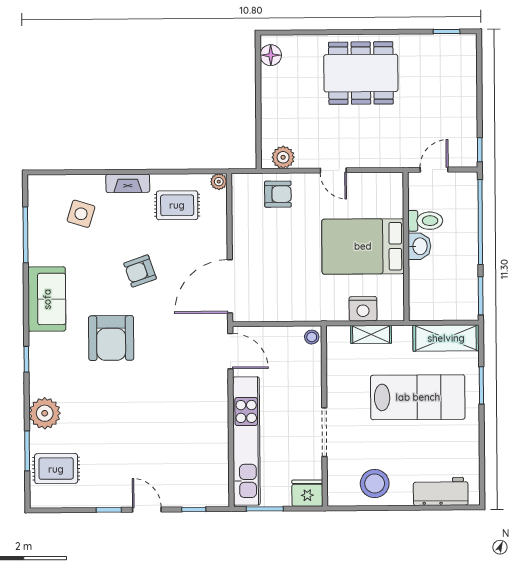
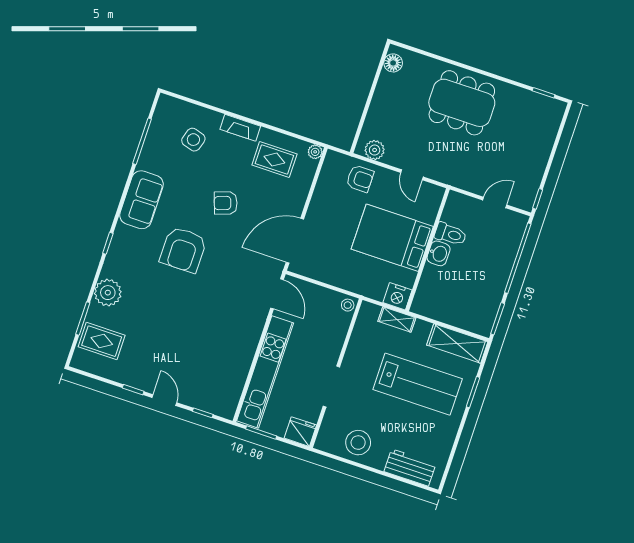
toilet: (425, 221) -> (450, 234), moved
bed: (363, 246) -> (392, 238), moved
wall: (406, 246) -> (428, 250), moved
washbasin: (419, 246) -> (439, 253), moved

